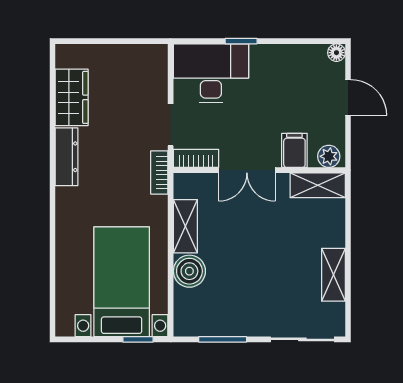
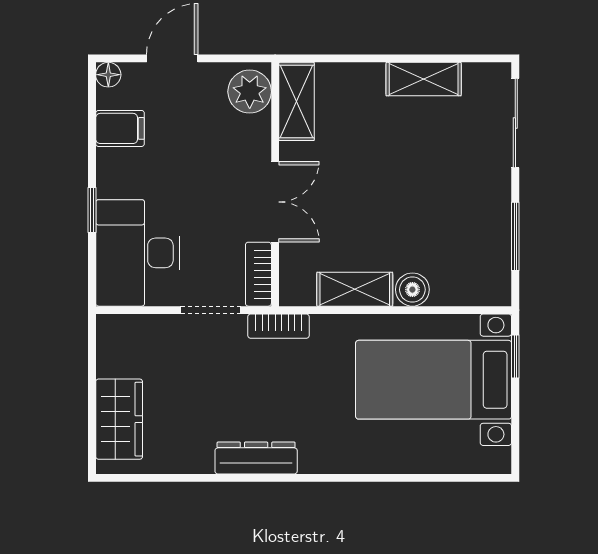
wardrobe: (72, 97) -> (119, 419), moved, turned 90
filing cabinet: (294, 150) -> (120, 128), moved, turned 180
plant: (329, 156) -> (250, 92), width x1.38, depth x1.38
boiler: (189, 271) -> (412, 290), width x0.73, depth x0.73

